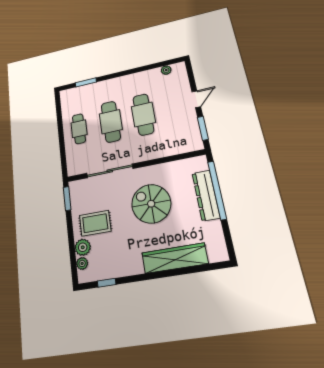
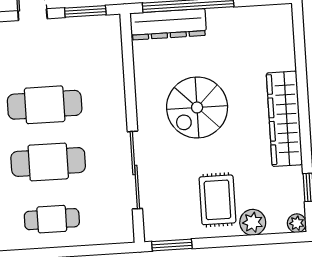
dresser: (206, 195) -> (168, 24), moved
wardrobe: (175, 258) -> (284, 119), moved
plant: (82, 263) -> (297, 223), moved

